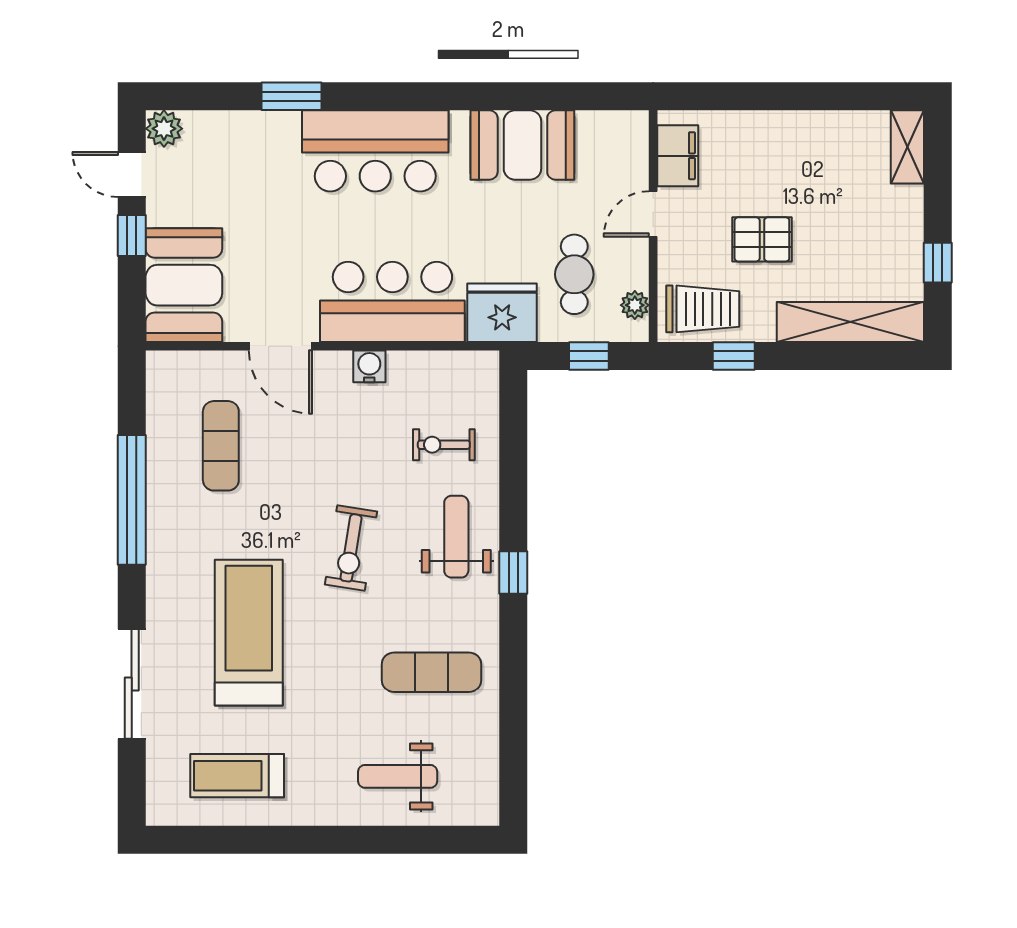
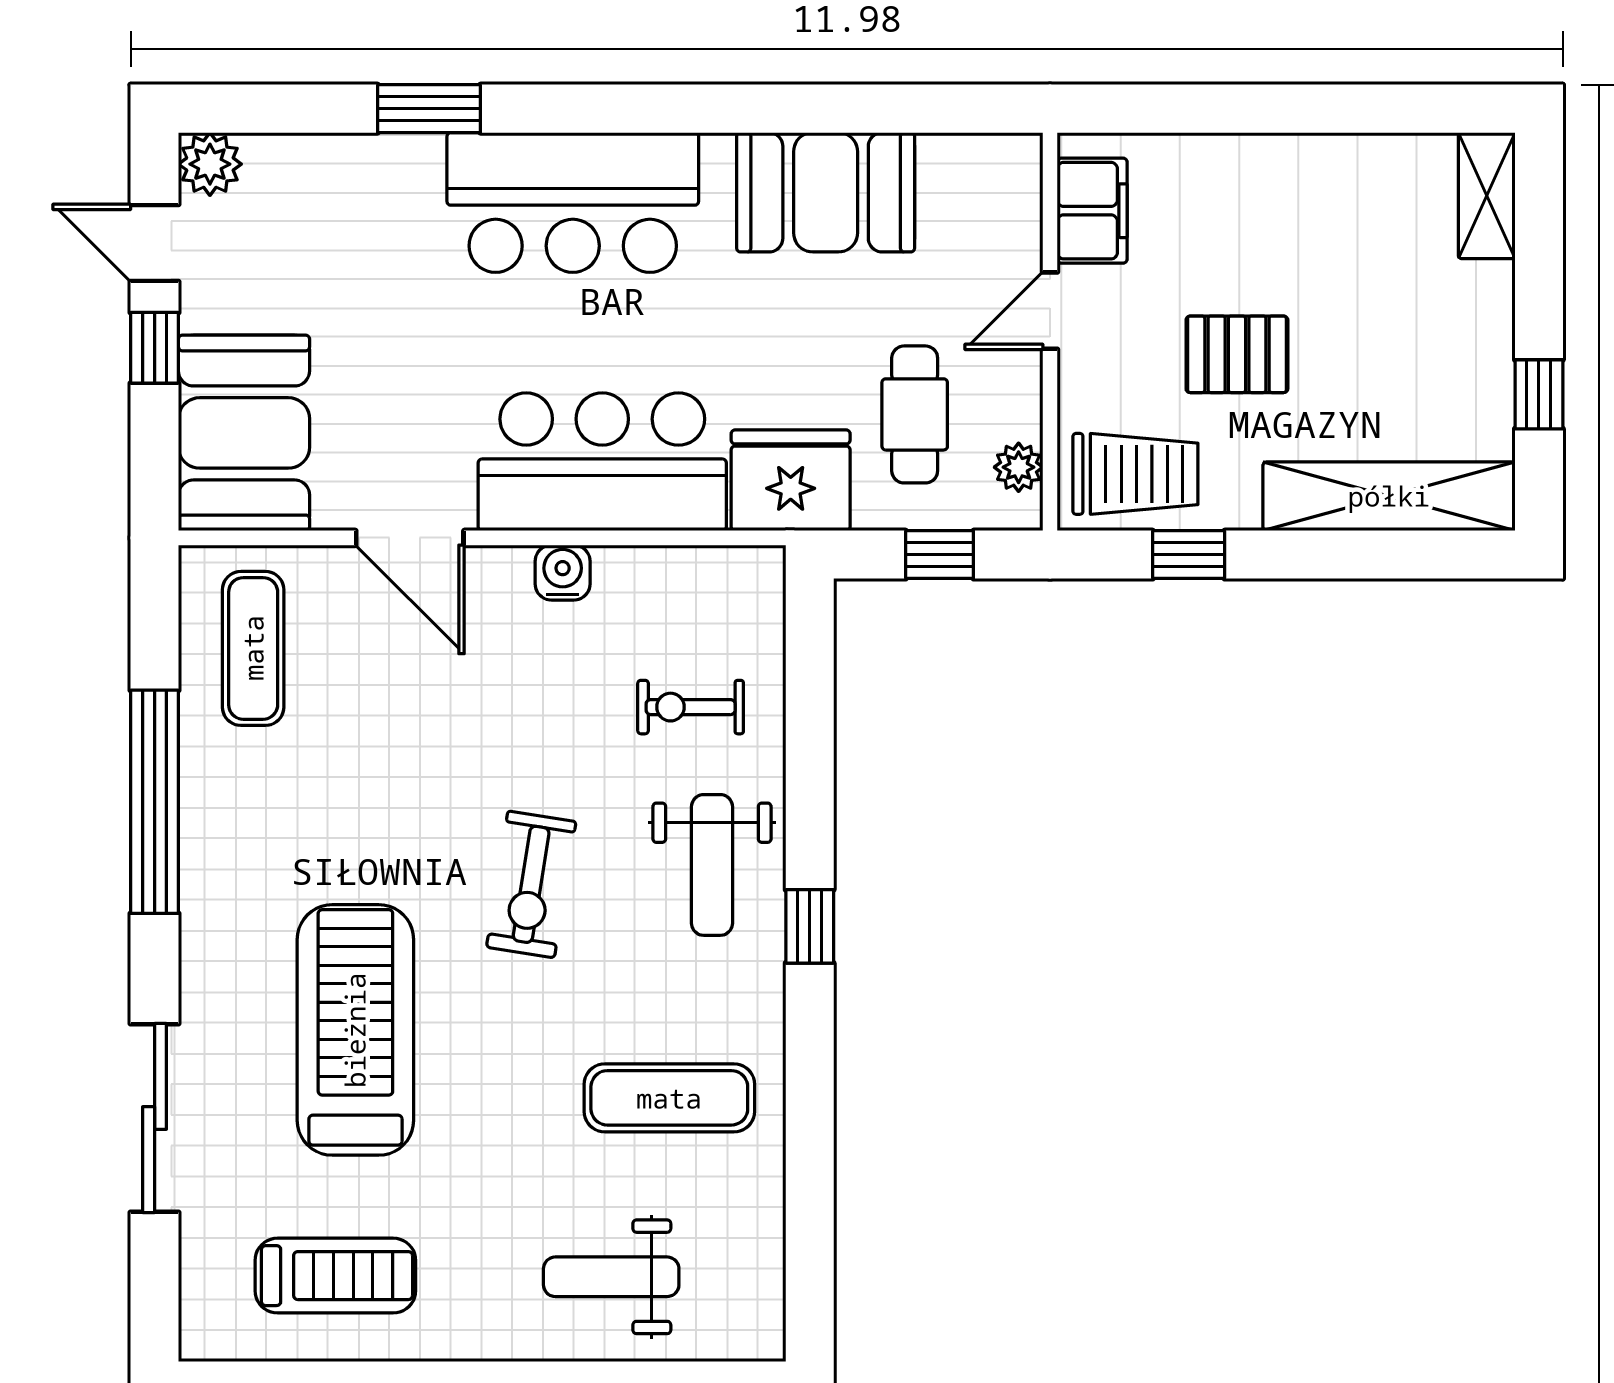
exercise mat: (221, 446) -> (253, 648), moved
weight bench: (456, 537) -> (712, 865), turned 180
treadmill: (237, 776) -> (335, 1276), turned 180

